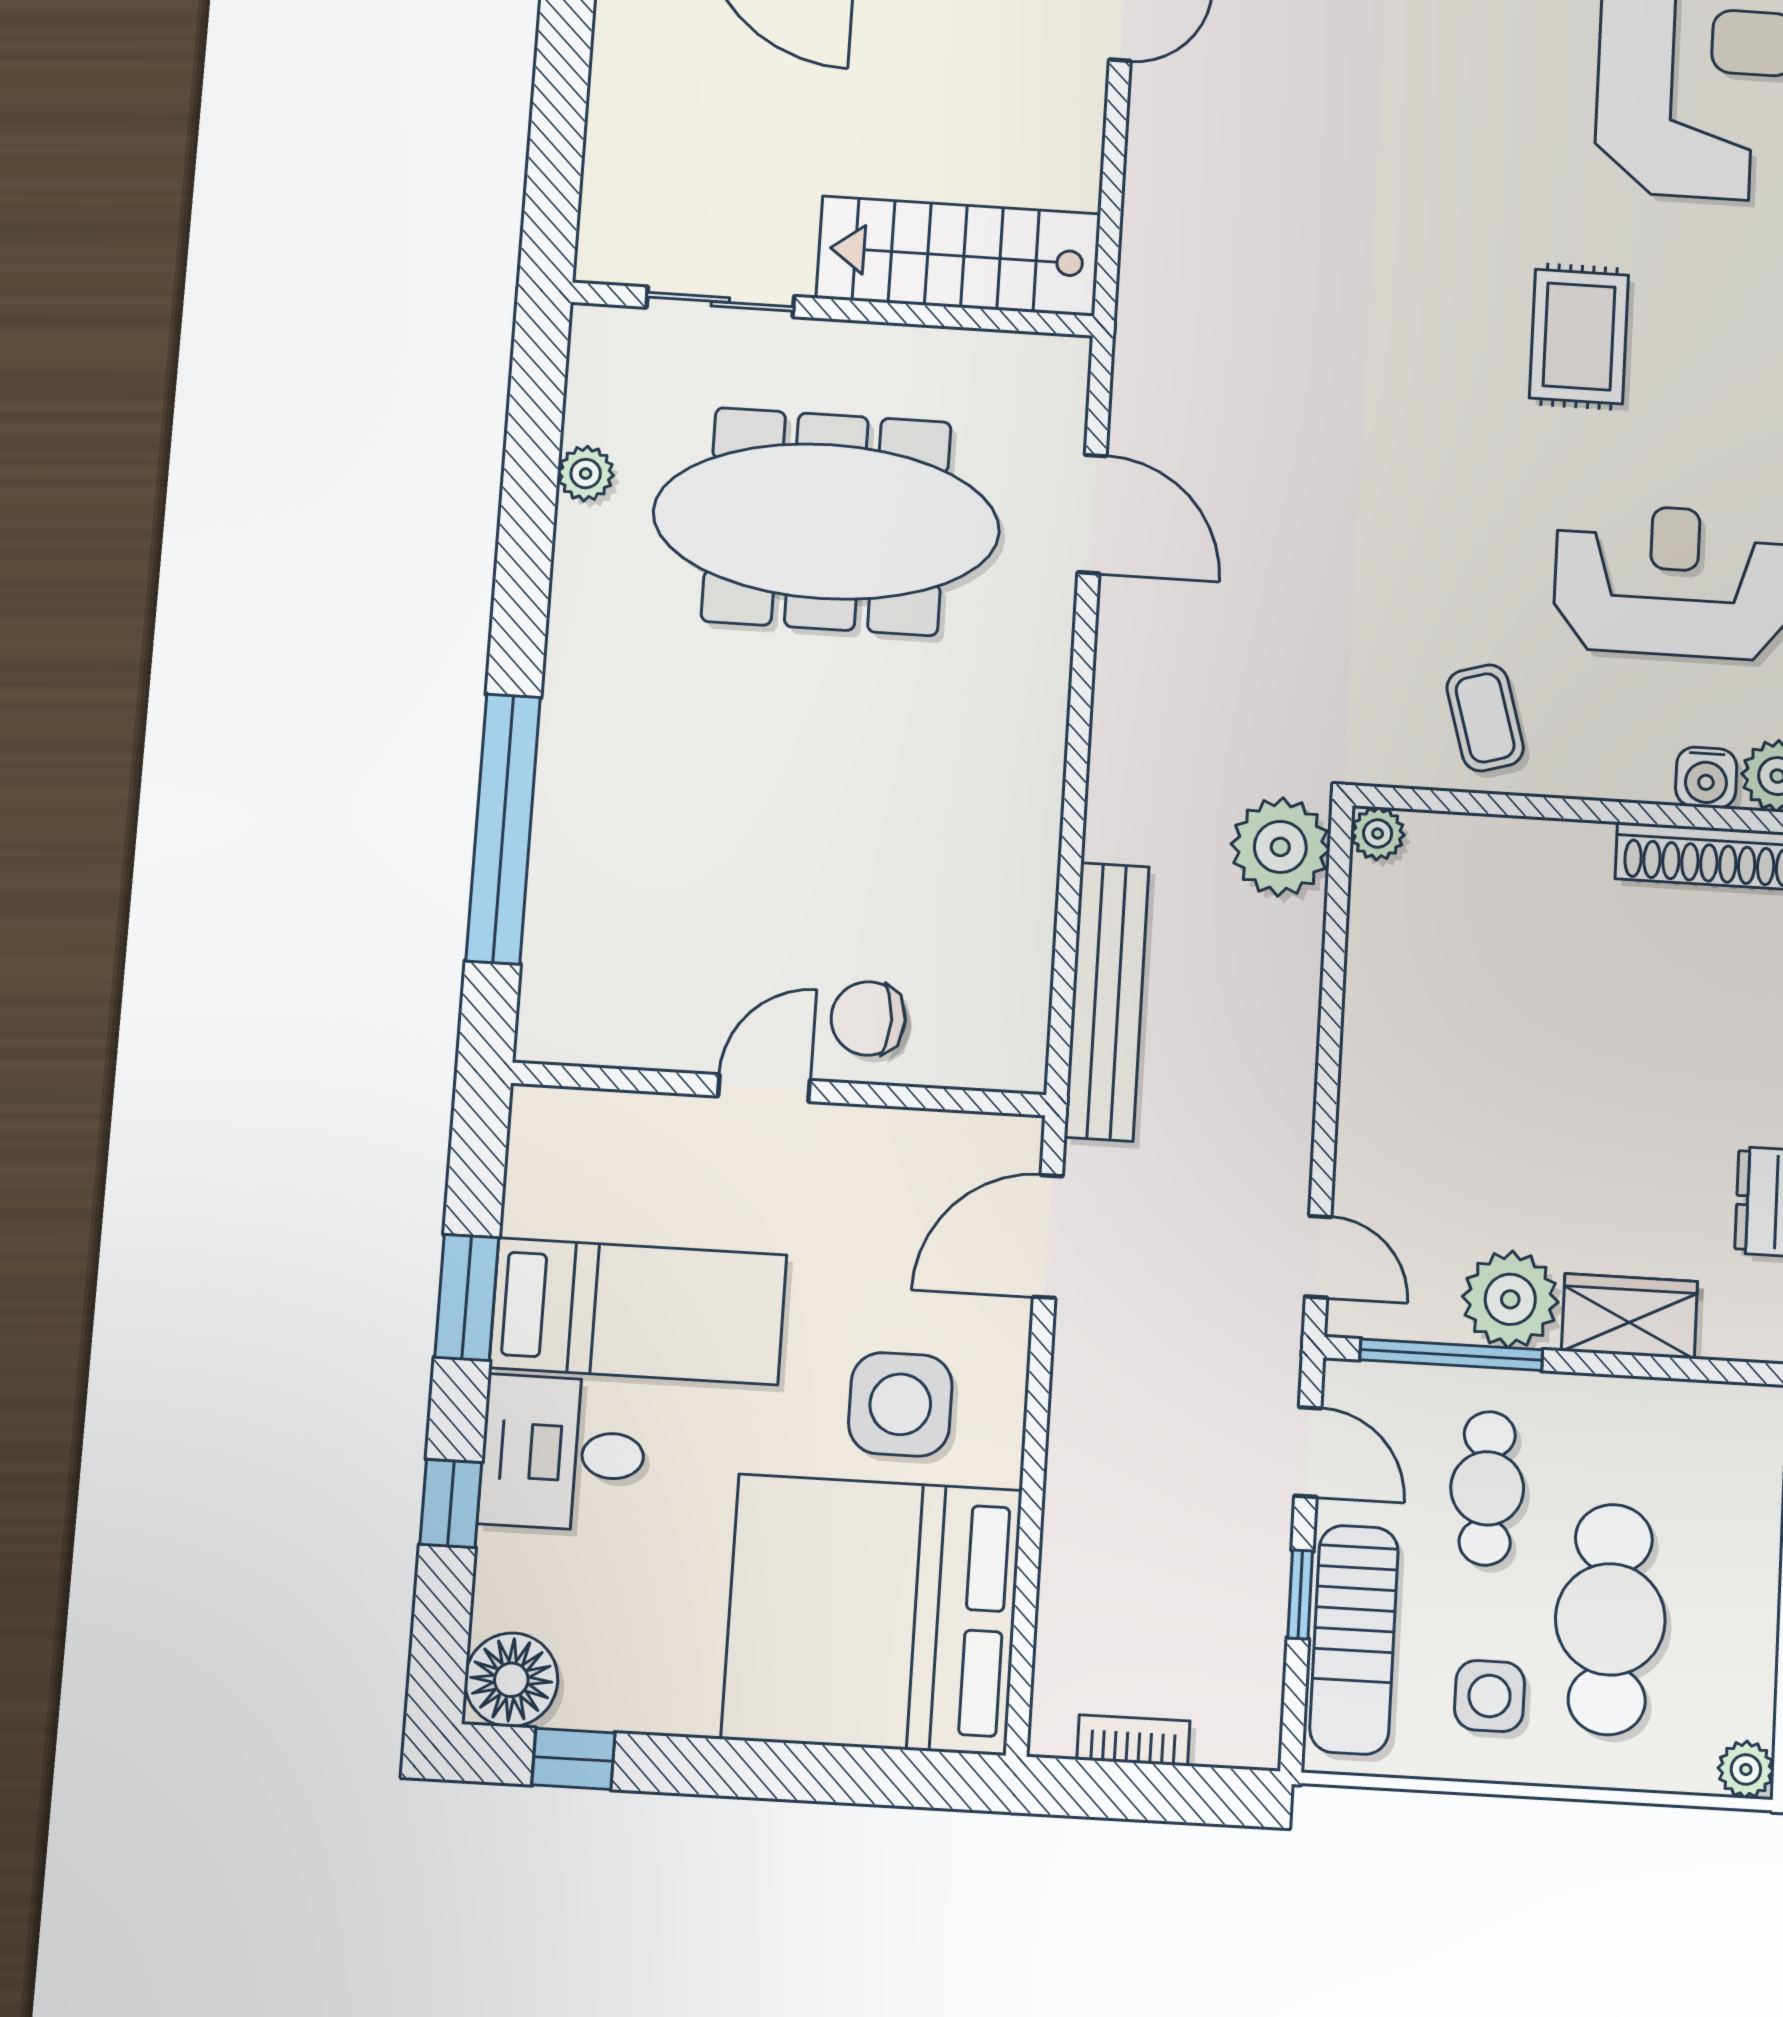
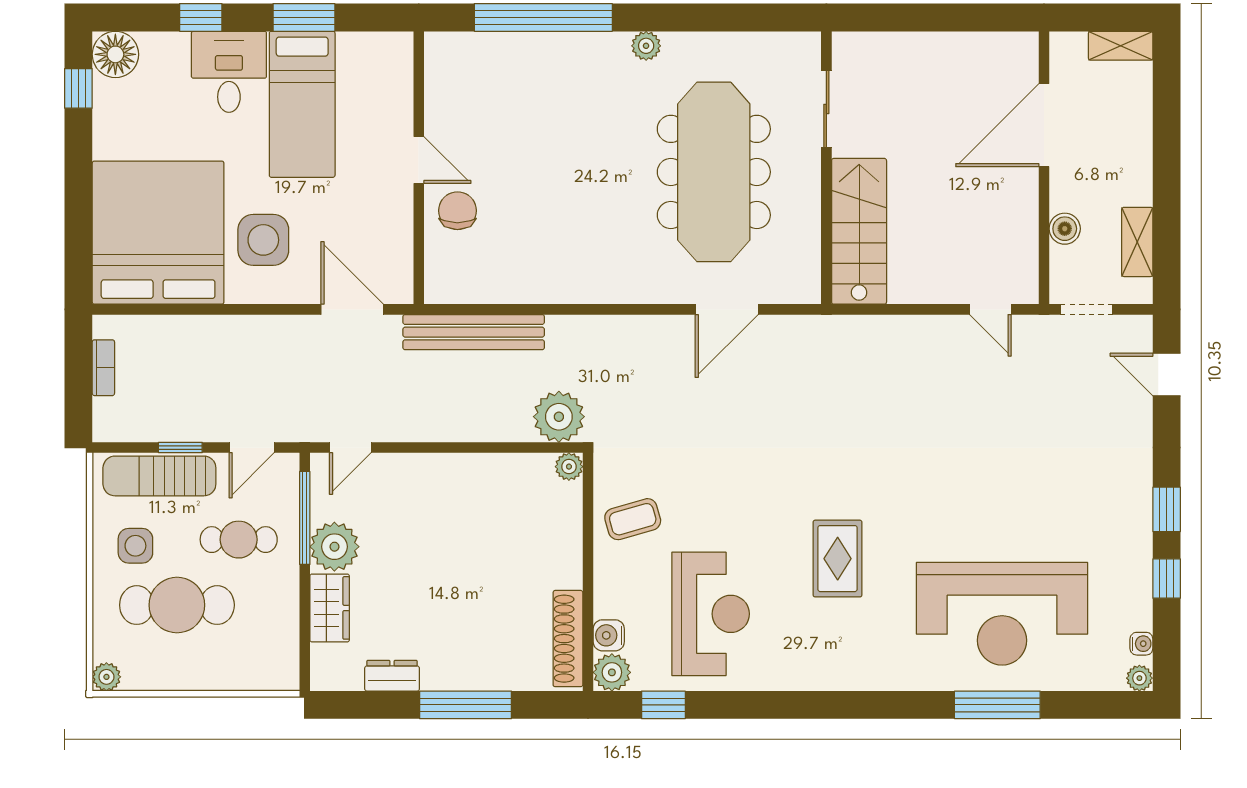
rug: (1579, 337) -> (838, 559), turned 90
plant: (586, 474) -> (646, 46), moved

